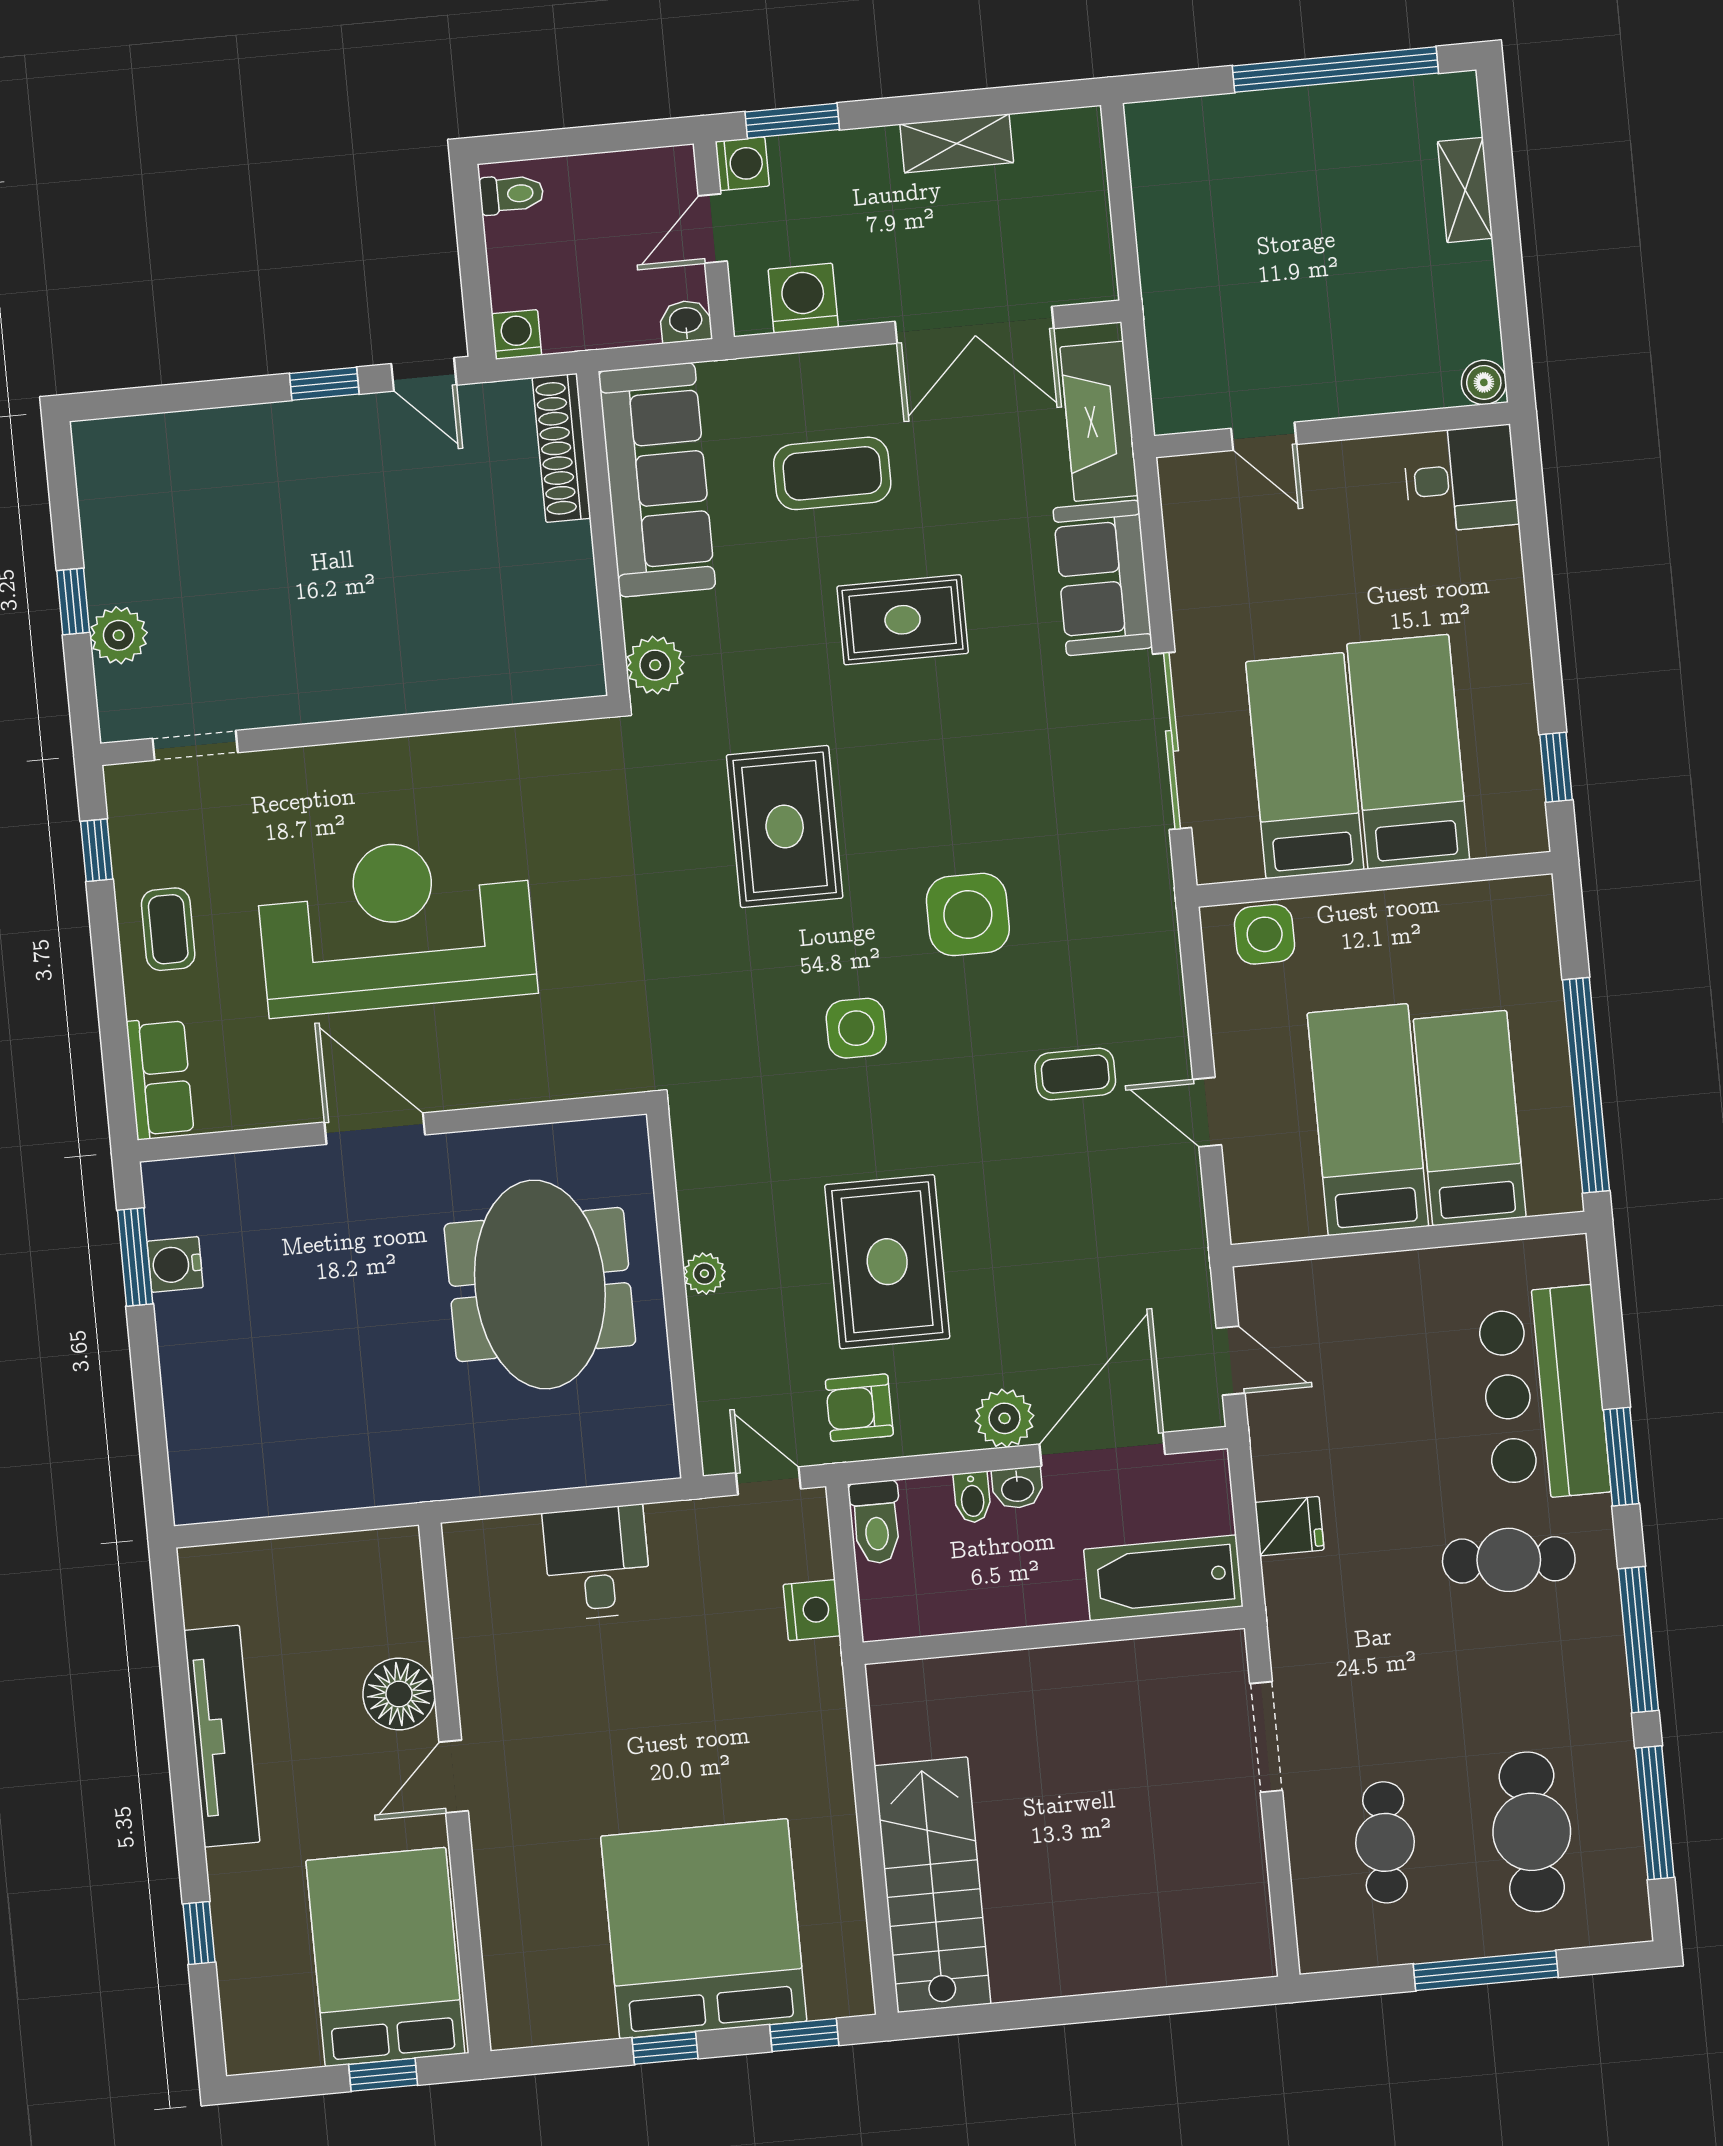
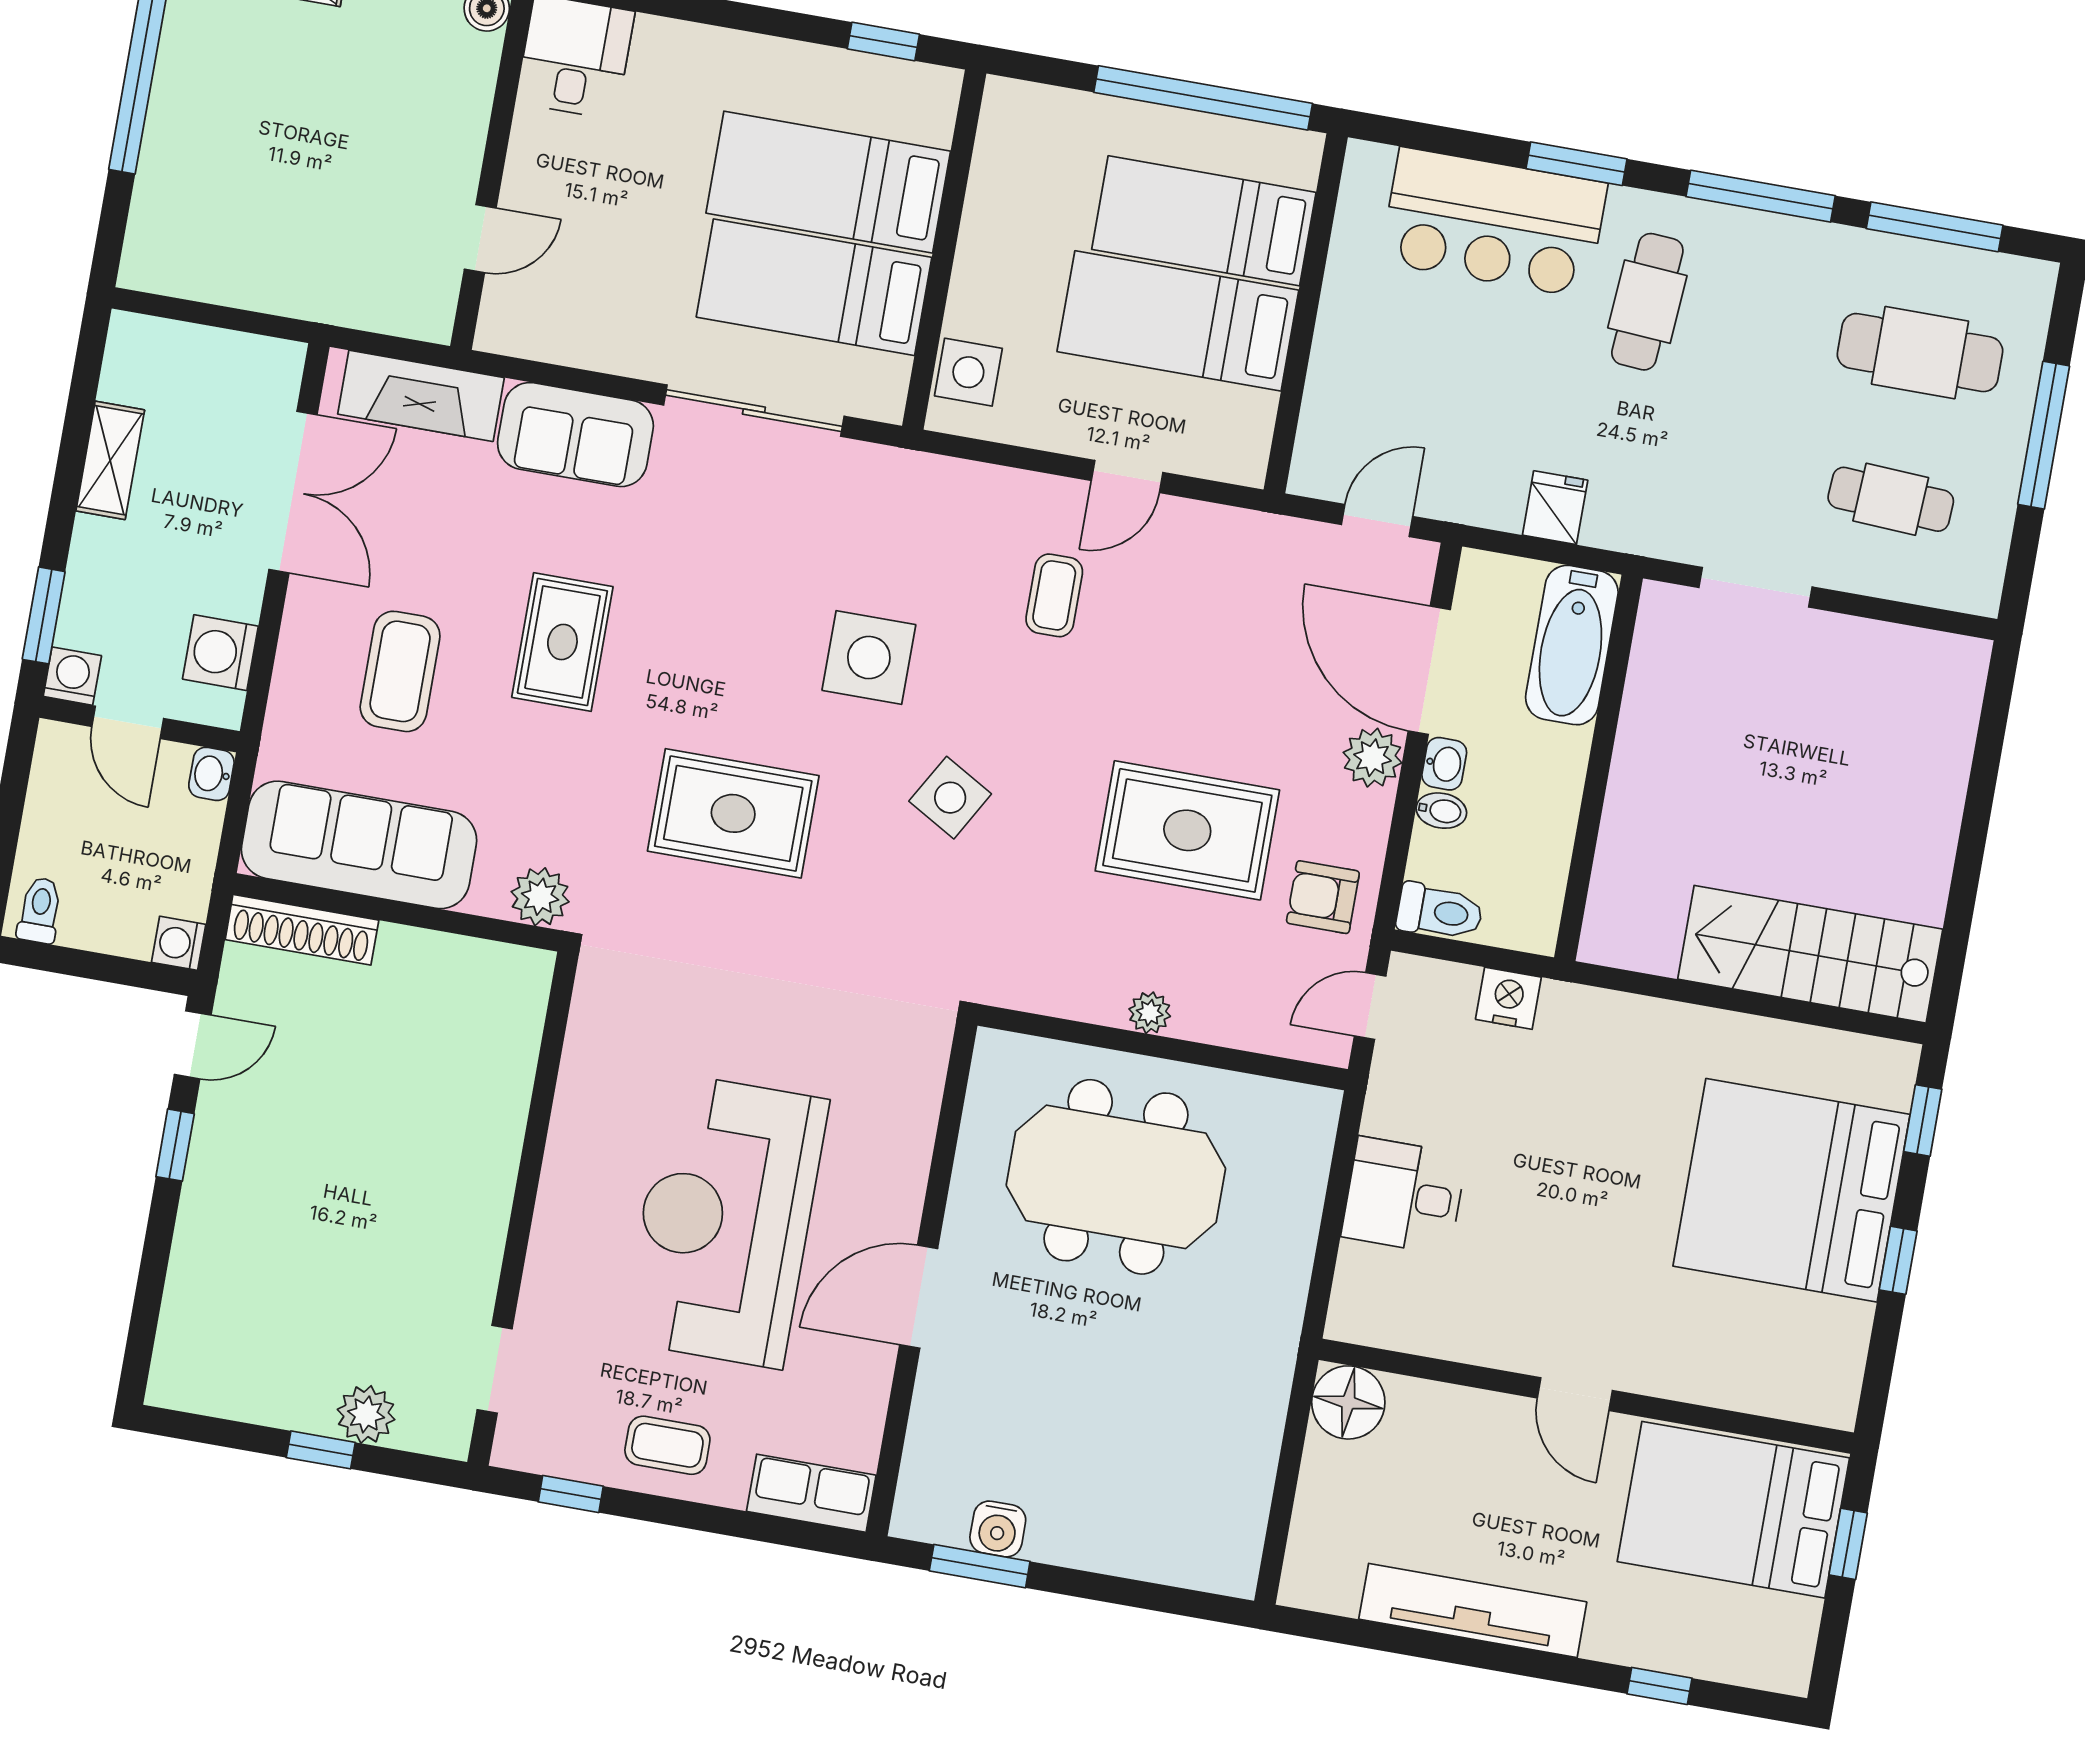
side table: (856, 1028) -> (950, 798), turned 30
armchair: (859, 1408) -> (1323, 897), turned 90
floor lamp: (399, 1694) -> (1348, 1402), moved

